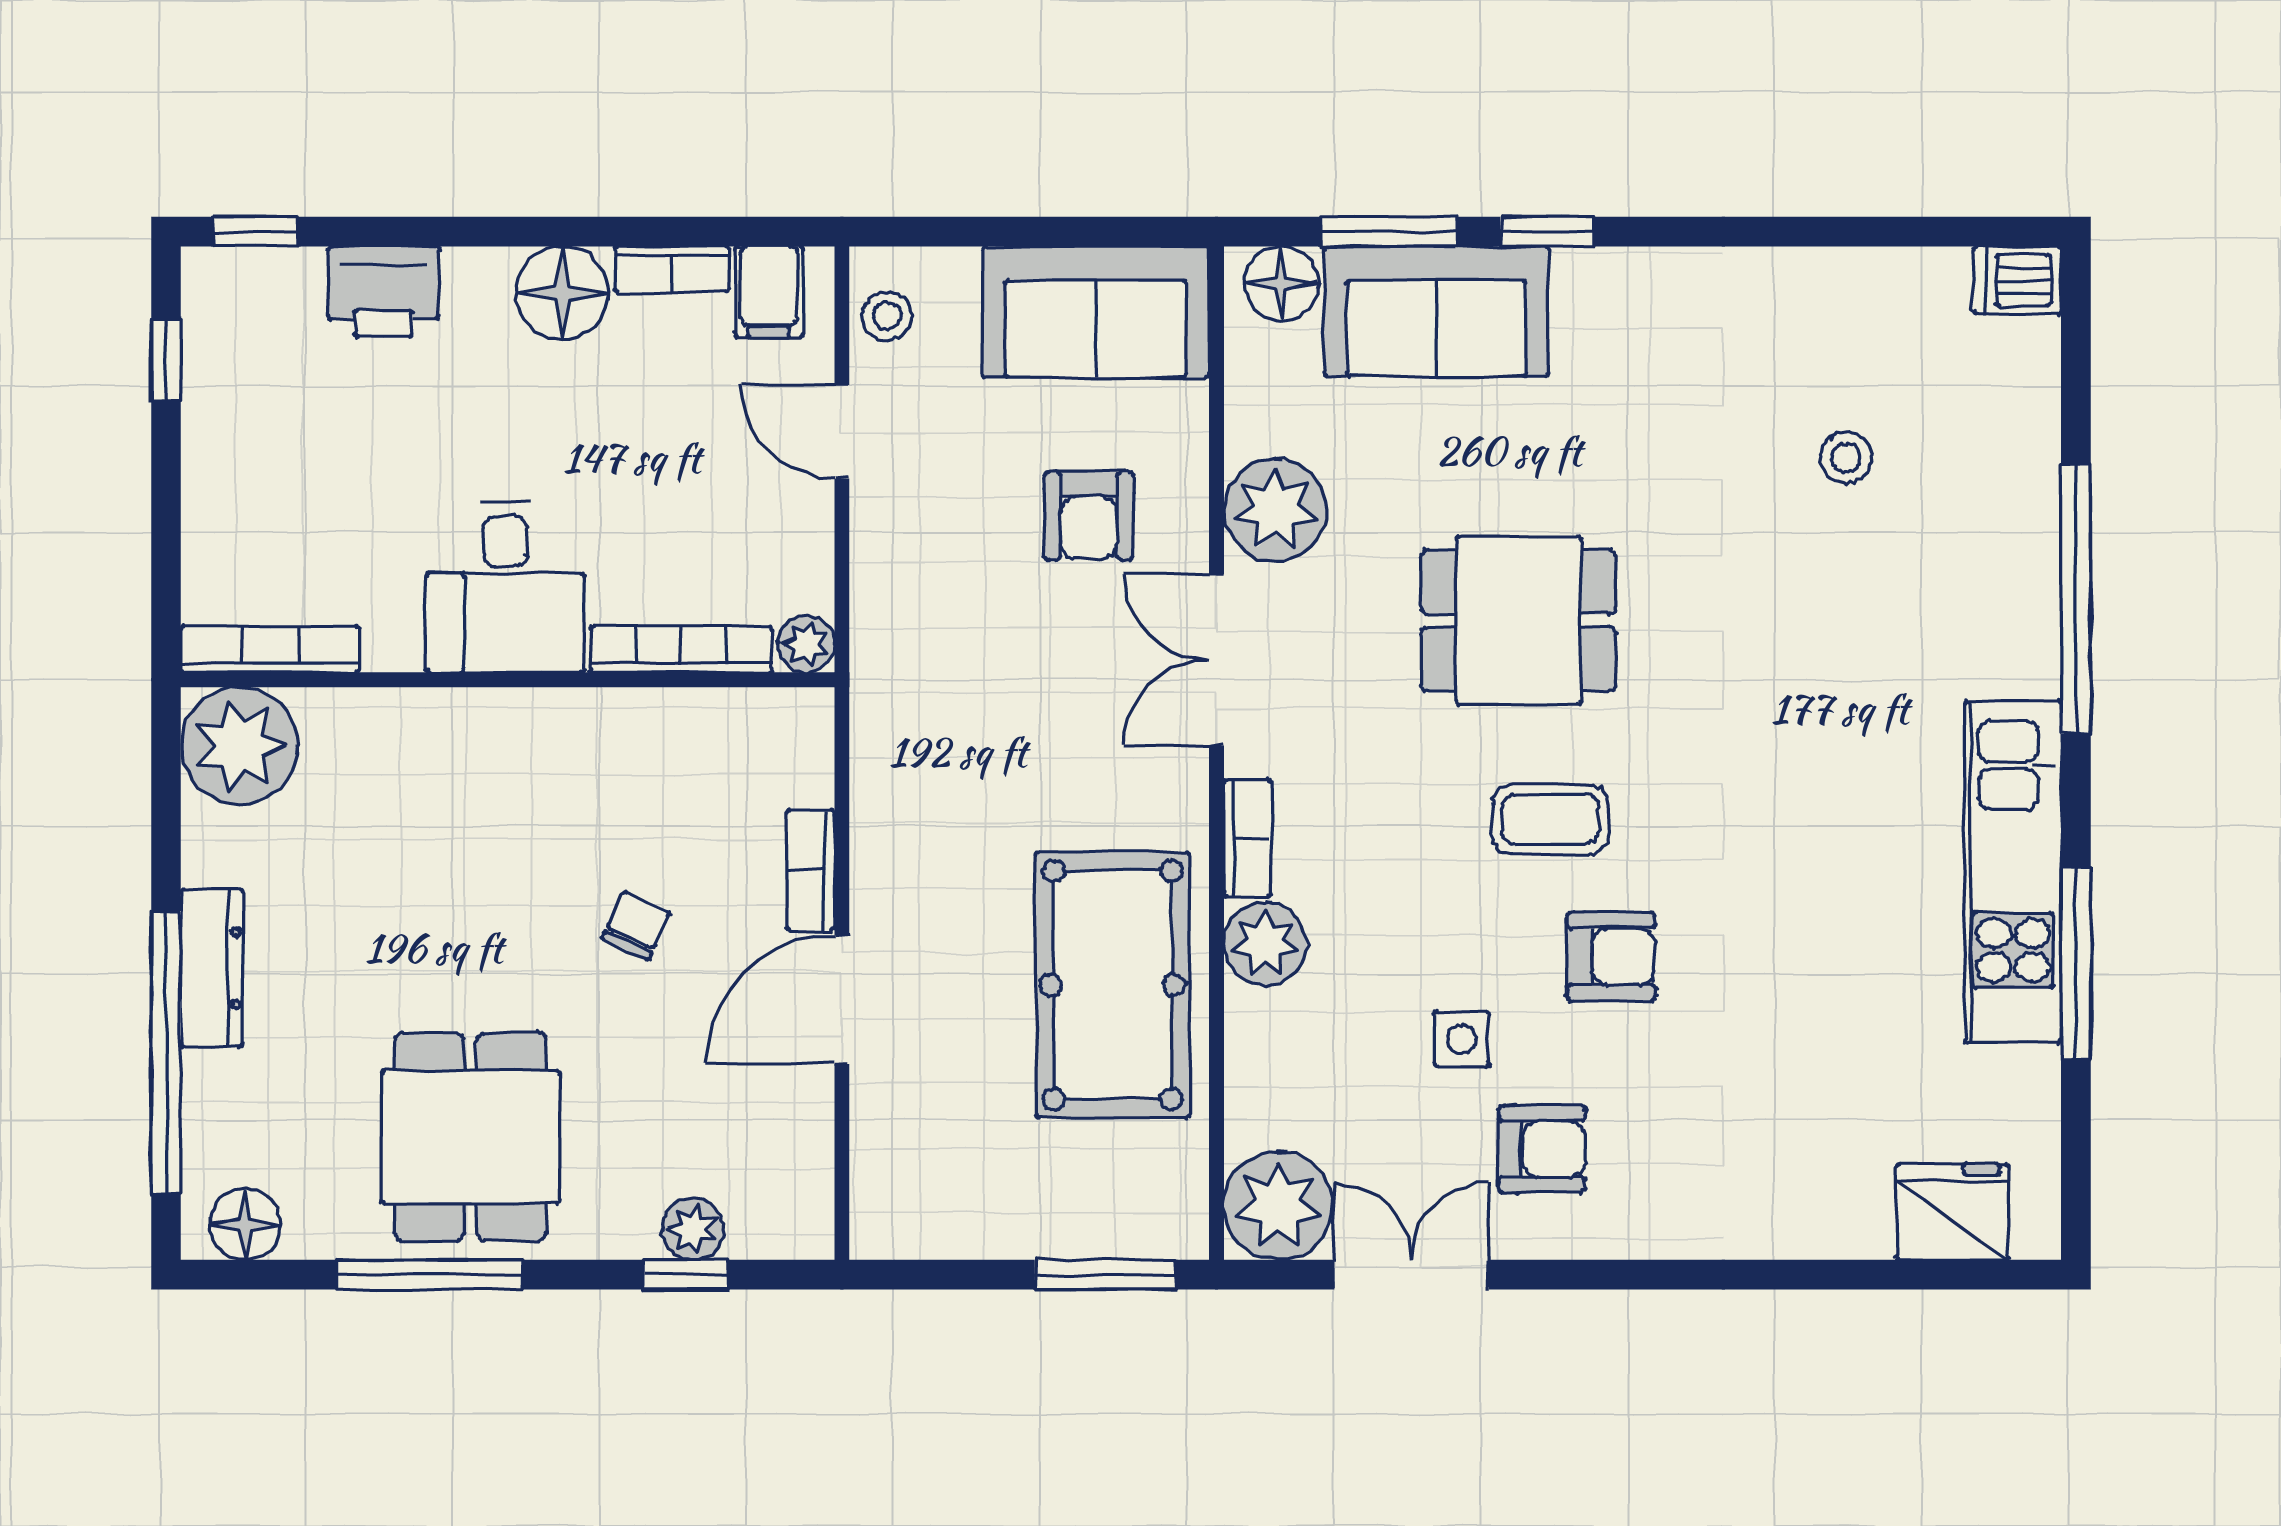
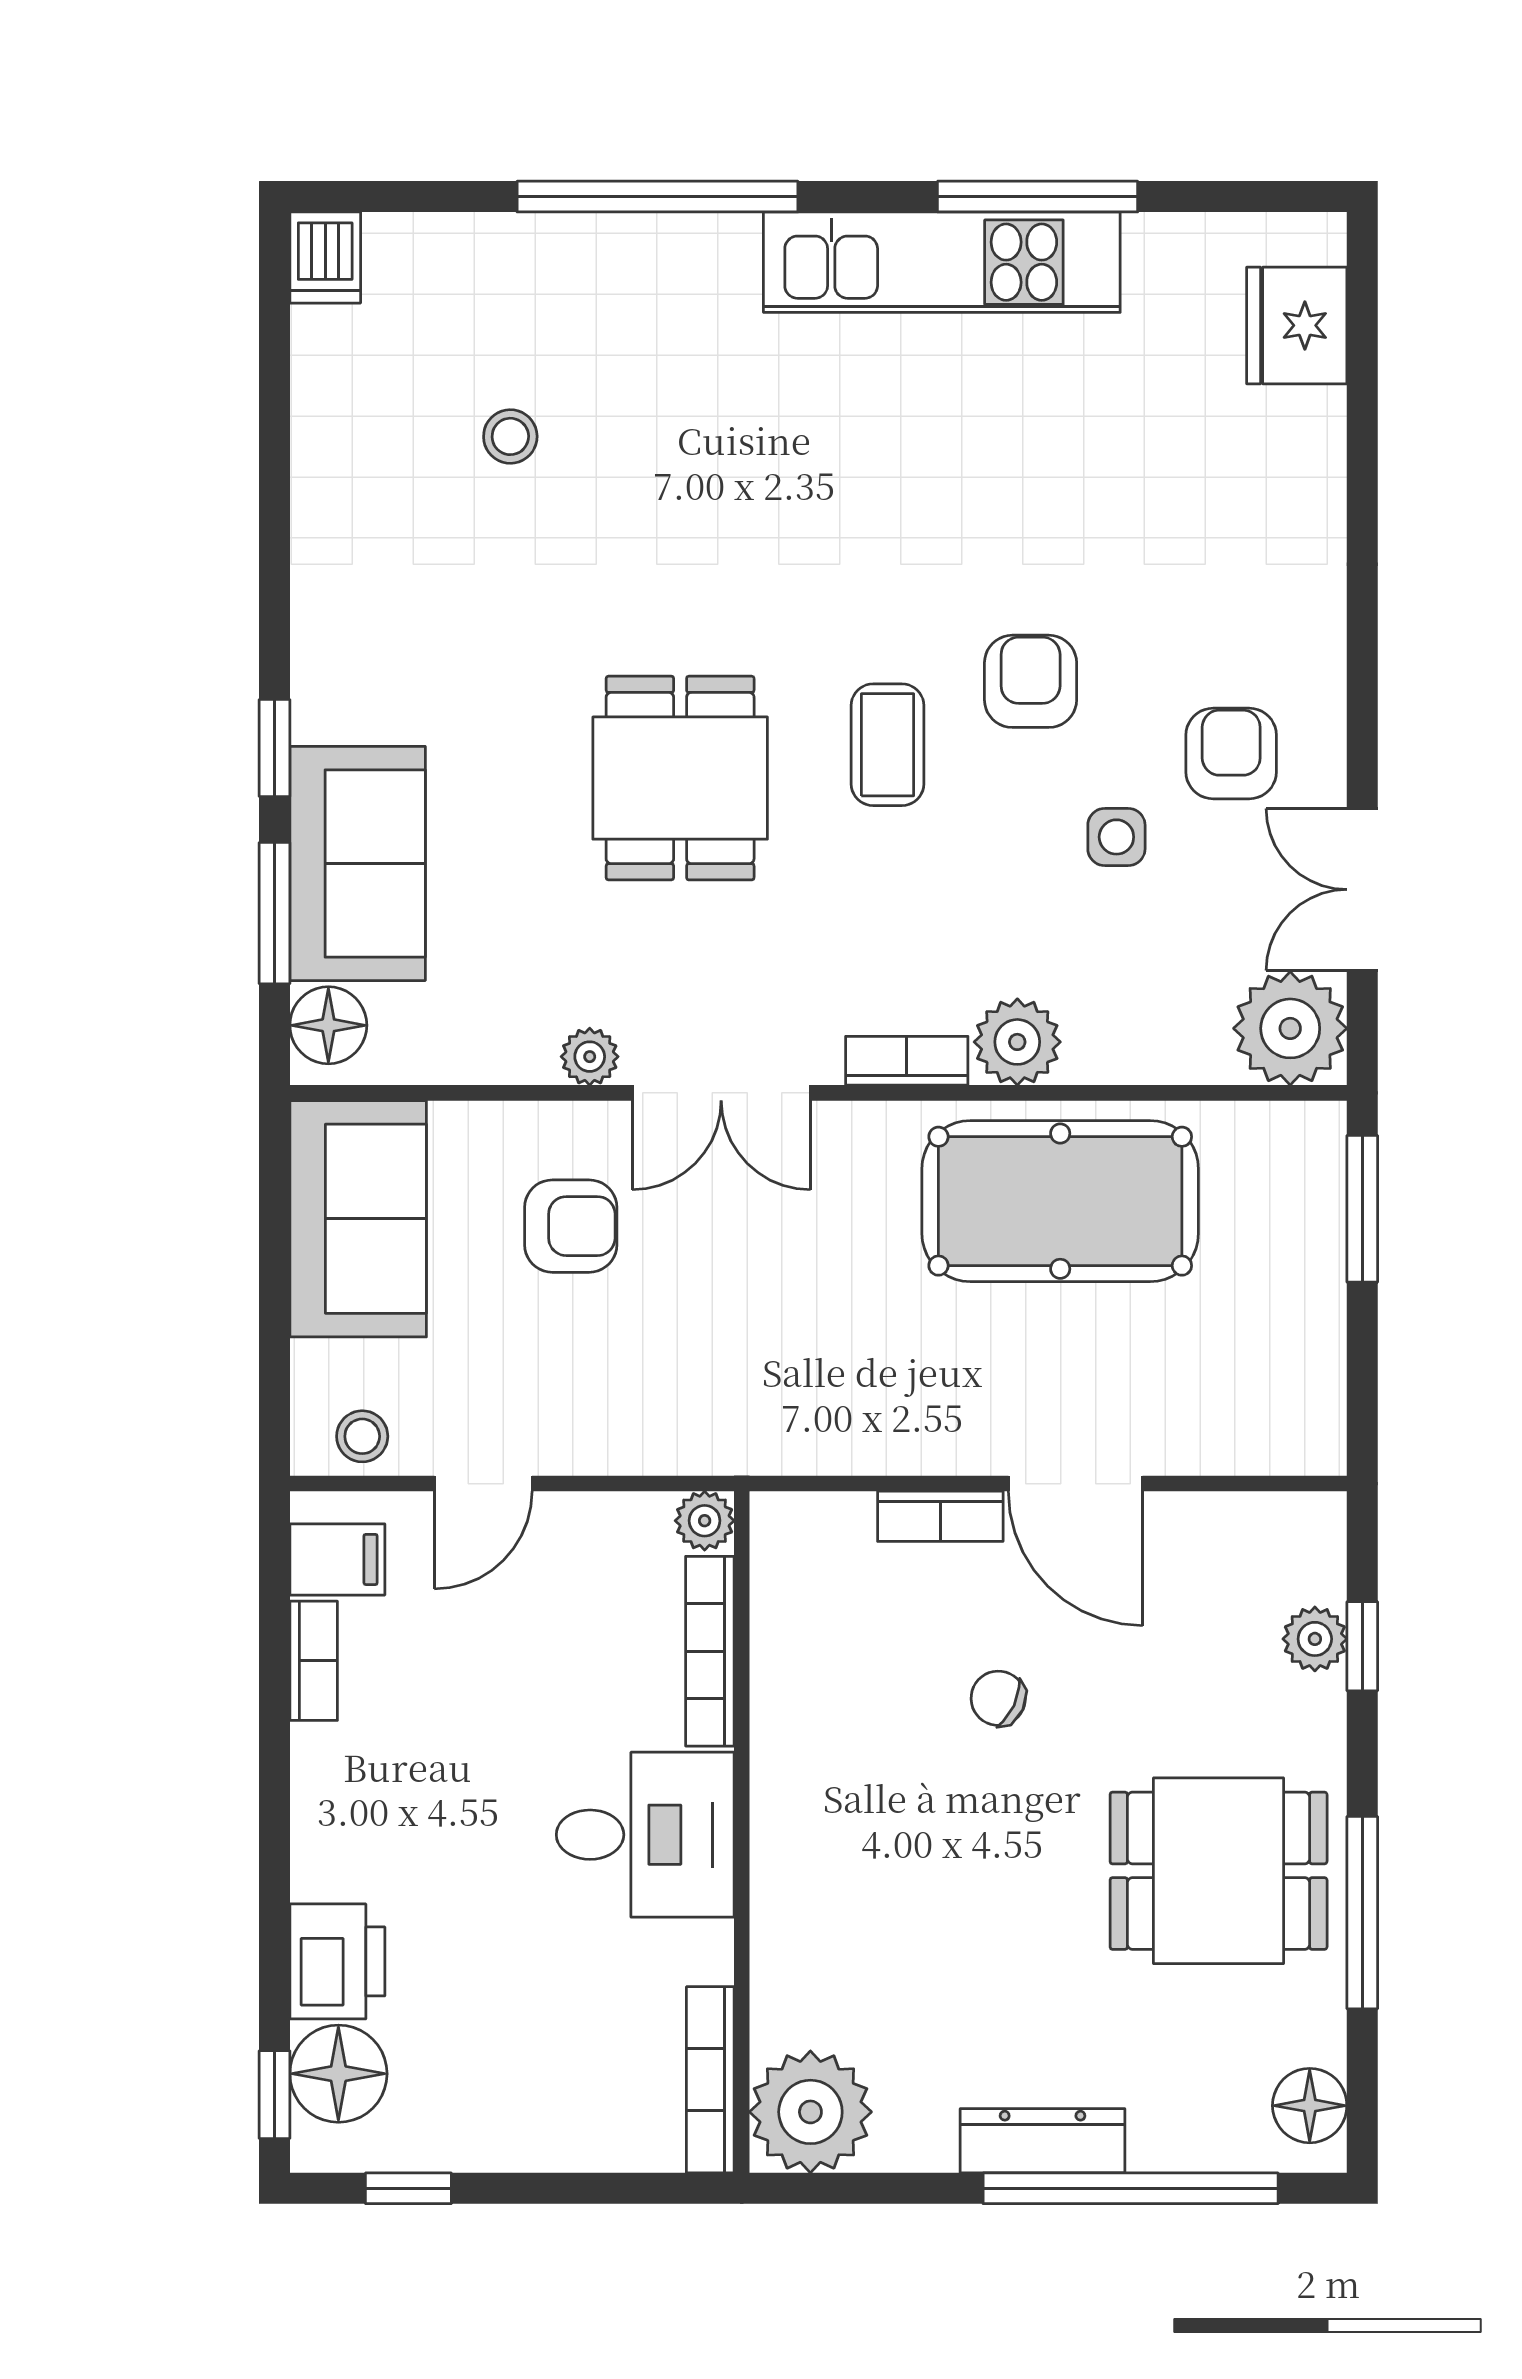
floor lamp: (562, 293) -> (338, 2074), moved
plant: (1275, 510) -> (590, 1057), width x0.53, depth x0.53

